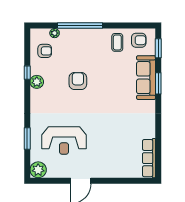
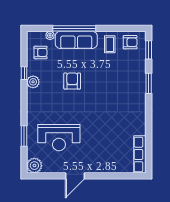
sofa: (146, 78) -> (76, 40), moved, turned -90

